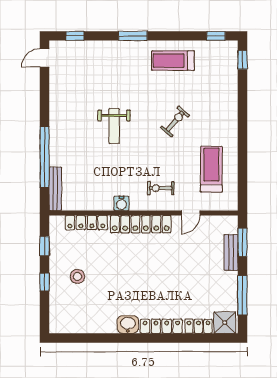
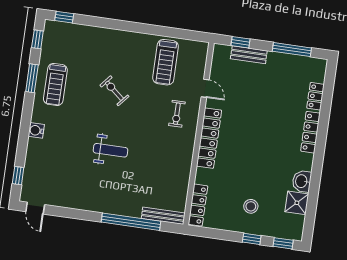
window: (133, 36) -> (32, 78), moved
treadmill: (211, 169) -> (166, 62), turned -90
water cooler: (121, 203) -> (36, 130), moved, turned 180
locker: (86, 223) -> (198, 205), moved
window: (242, 242) -> (241, 42), width x0.67
window: (45, 246) -> (283, 243), moved
shower: (225, 323) -> (297, 203), moved
washbasin: (128, 324) -> (302, 181), moved

